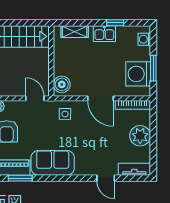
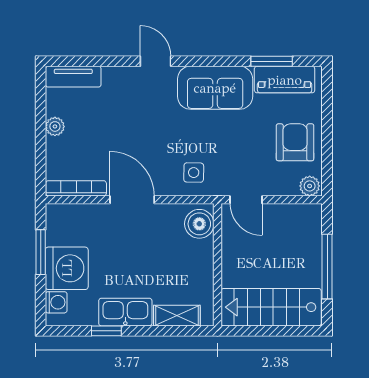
kitchen sink: (104, 34) -> (125, 312), width x1.38
washing machine: (138, 74) -> (67, 268), moved
plant: (140, 136) -> (55, 126), width x0.53, depth x0.53
door: (106, 178) -> (155, 61), moved

